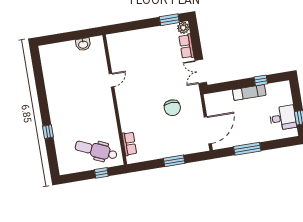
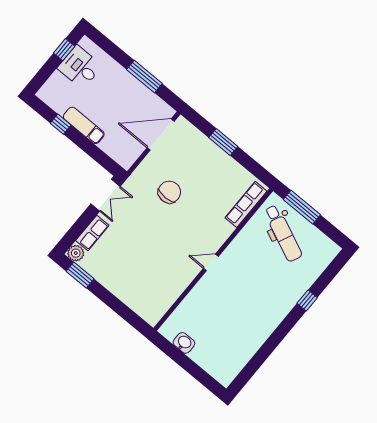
door: (112, 80) -> (211, 262), moved
row of seats: (129, 144) -> (246, 204), width x1.48
window: (101, 173) -> (302, 207), width x2.17

